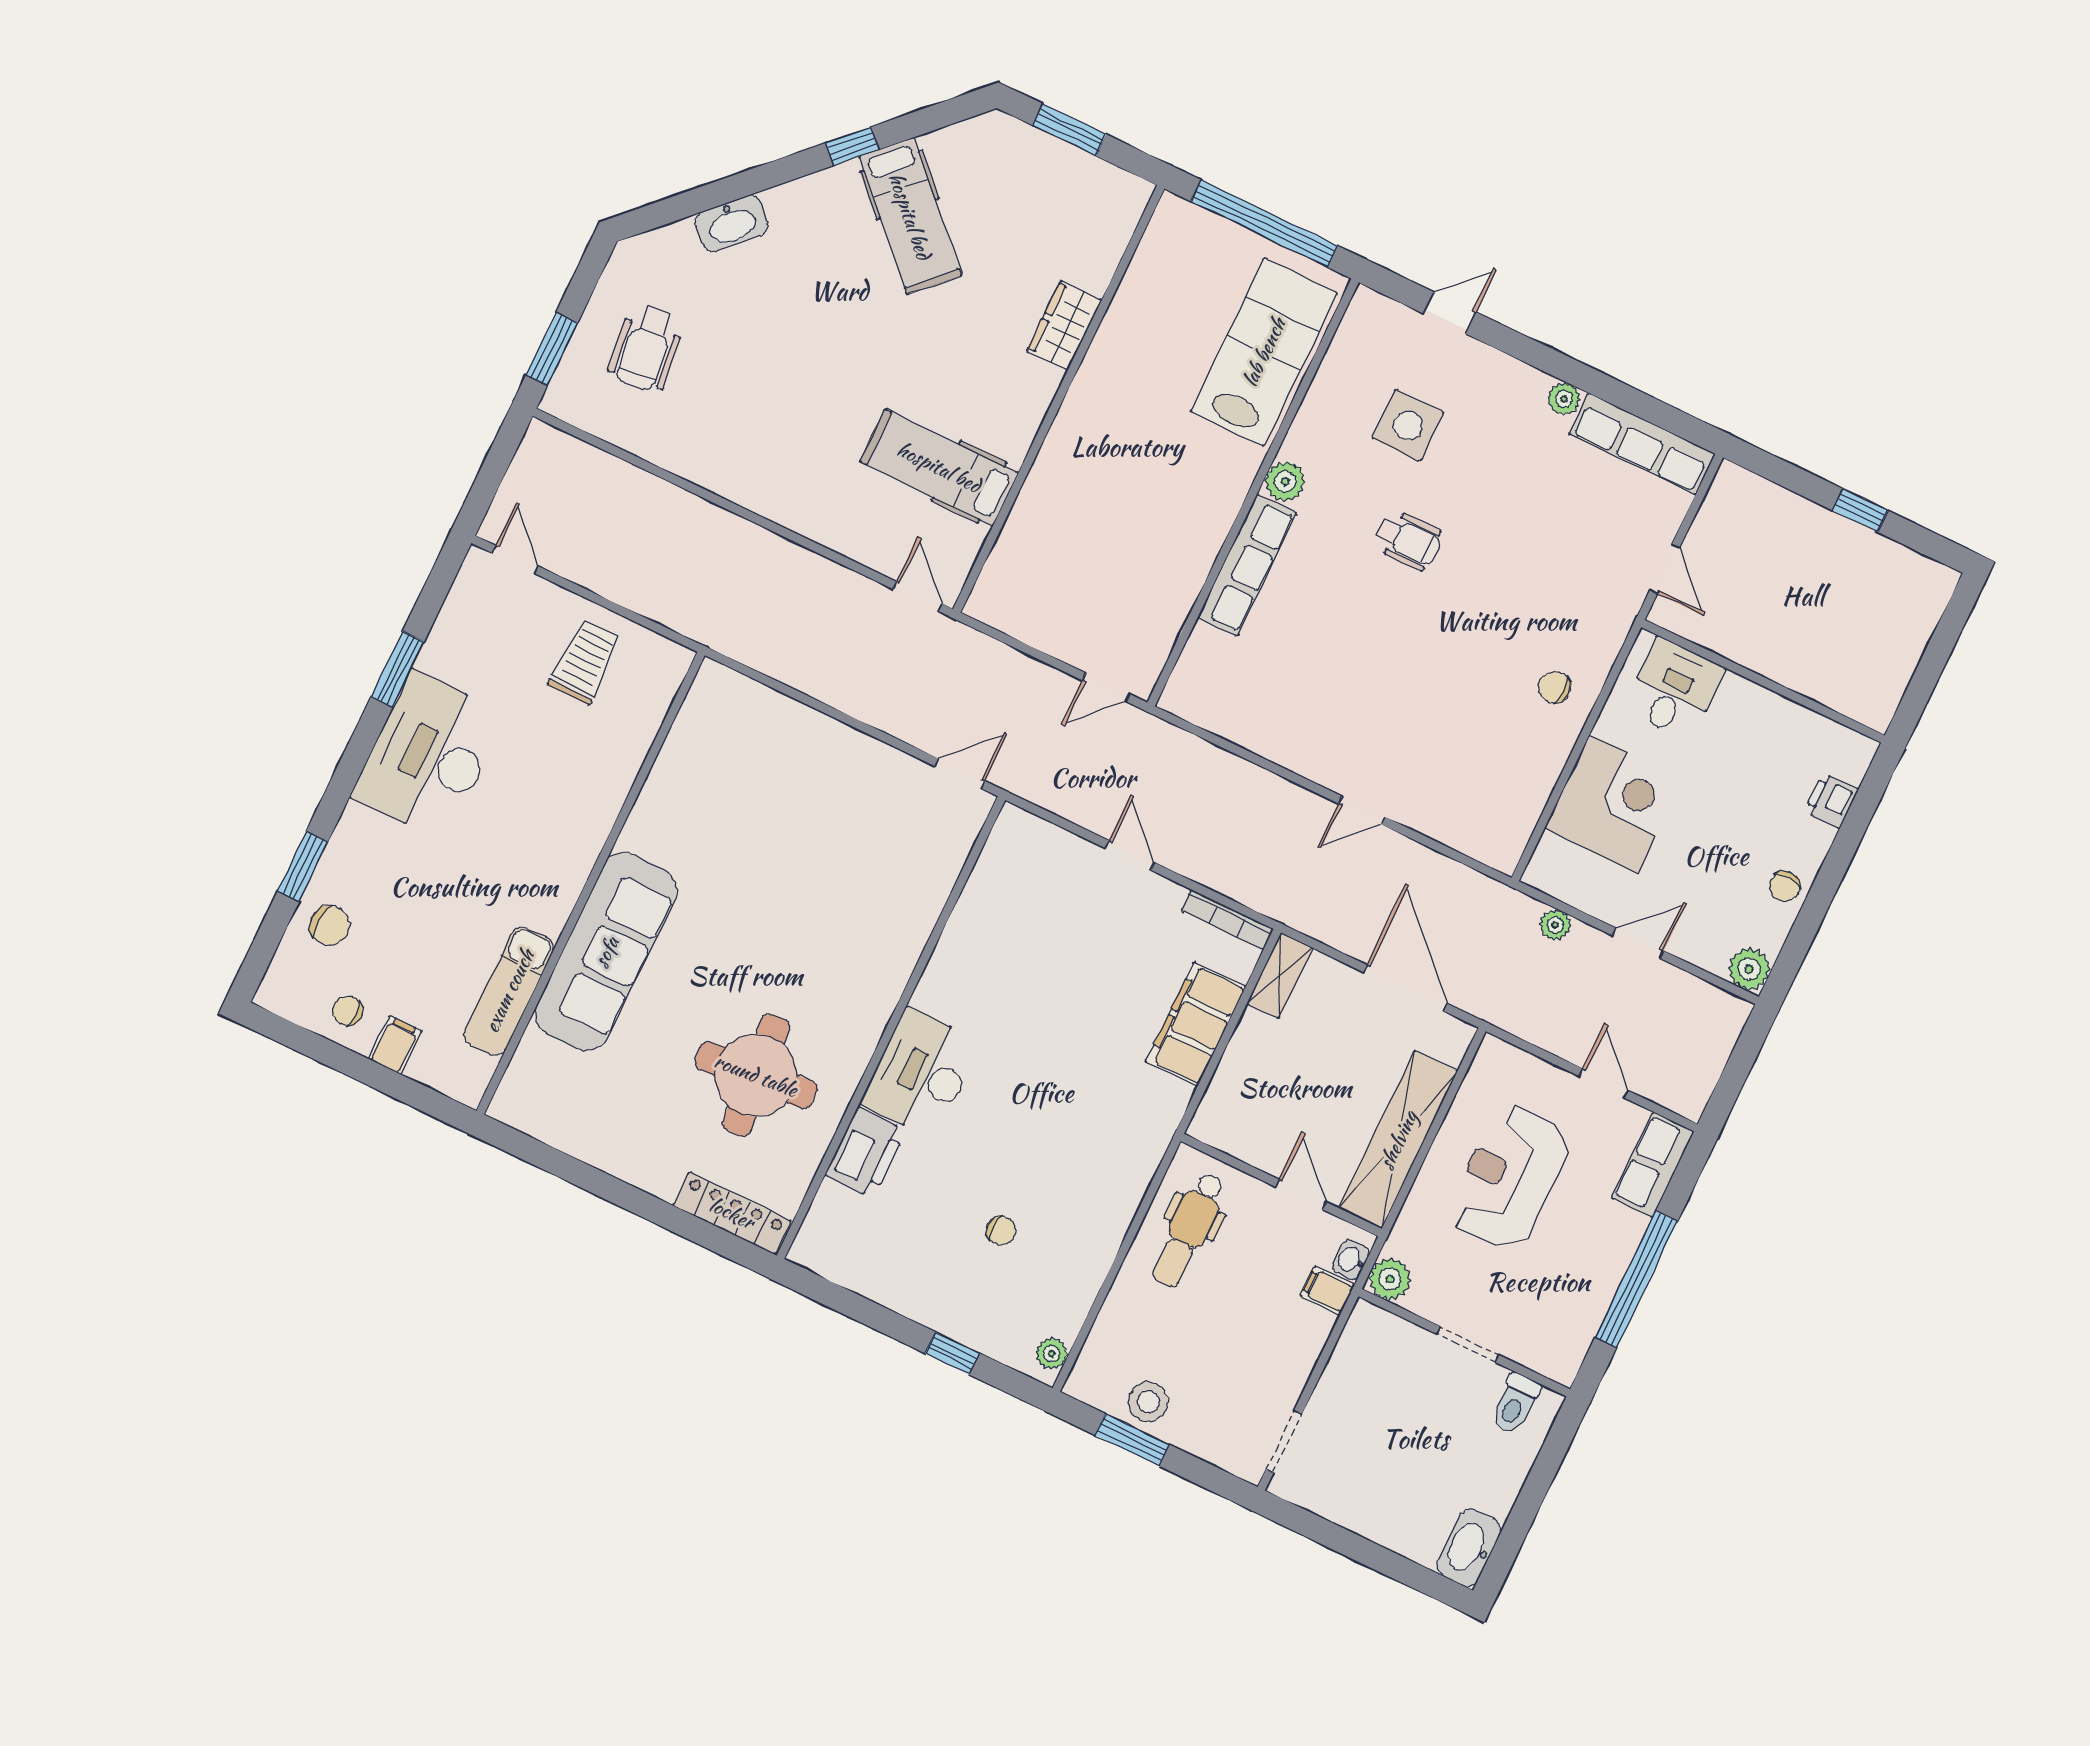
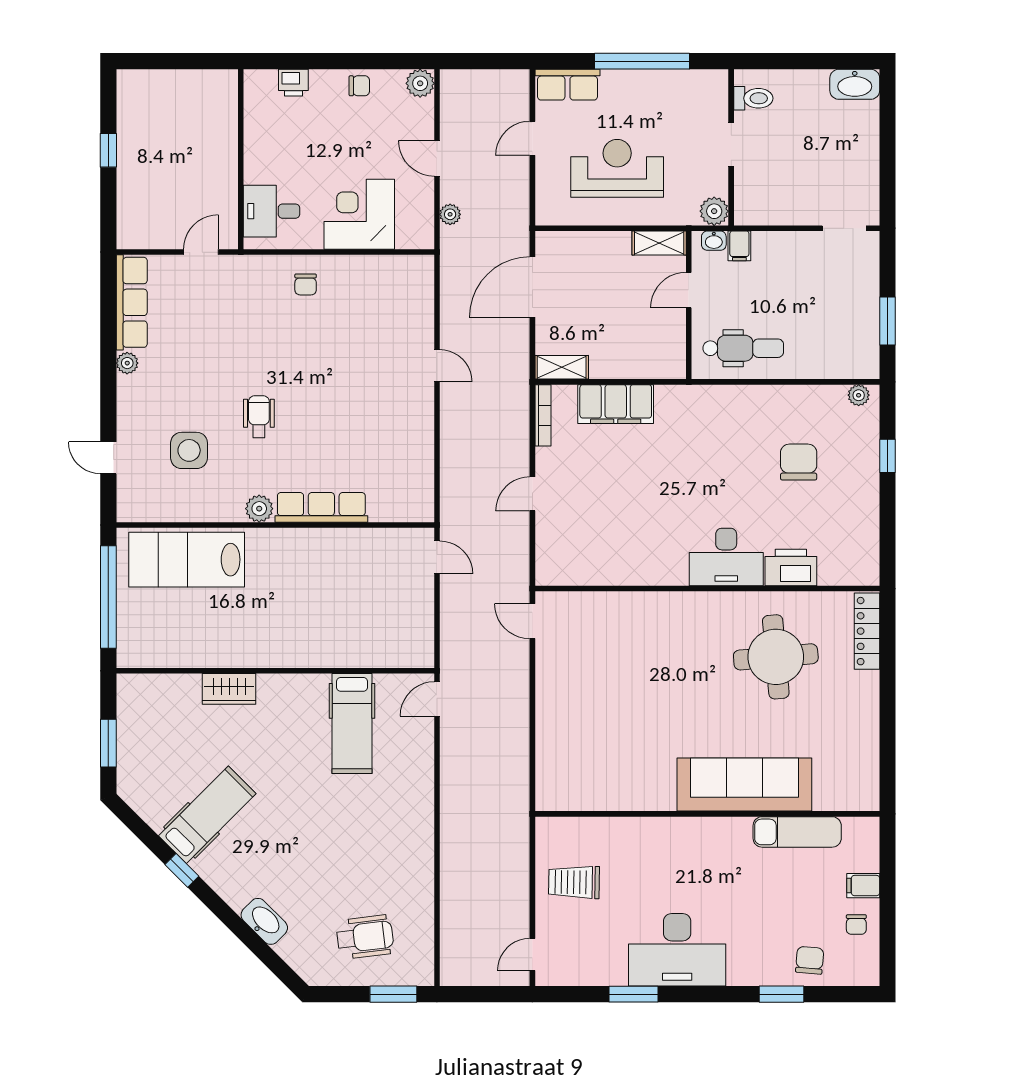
shelving: (1398, 1140) -> (659, 243), width x0.45, depth x0.75
reception desk: (1509, 1177) -> (617, 168), turned 180
chair: (1001, 1231) -> (799, 462), width x1.87, depth x1.87
stool: (1148, 1402) -> (860, 322), removed

